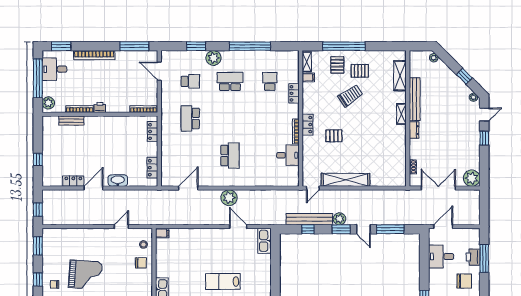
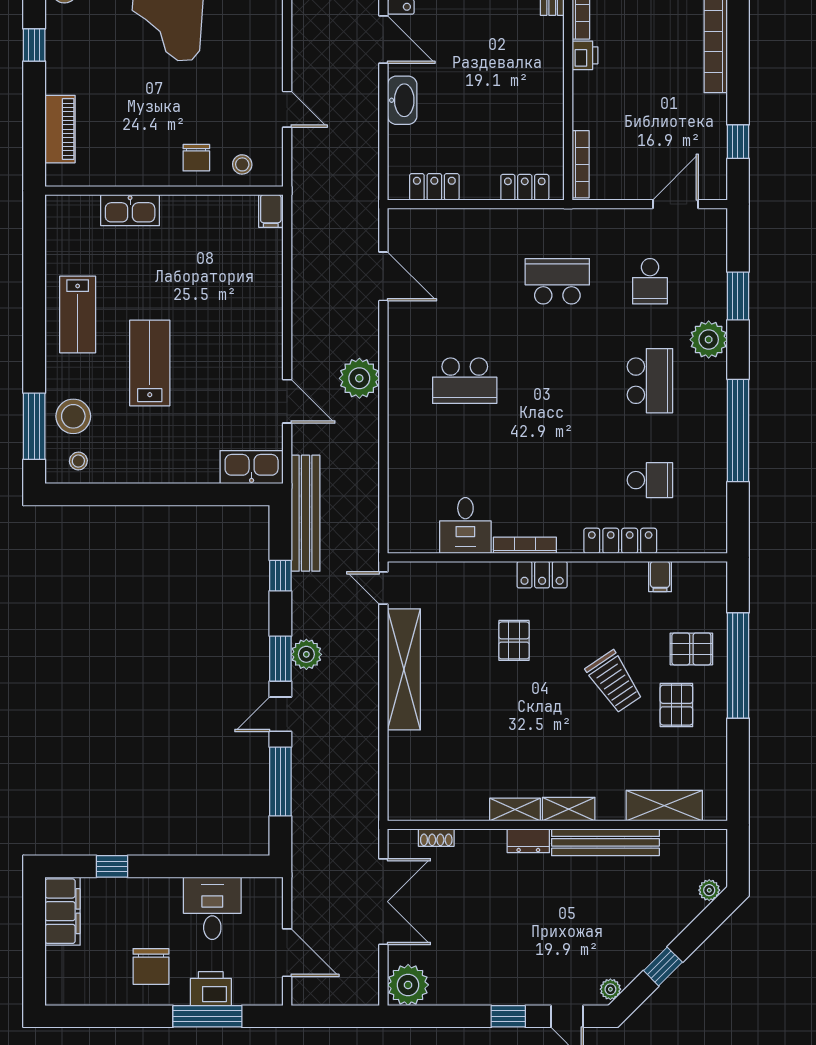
window: (134, 46) -> (738, 142), width x0.46
shelving: (307, 62) -> (515, 810), moved
locker: (294, 93) -> (620, 541), width x1.53
bench: (309, 219) -> (306, 513), moved
door: (238, 227) -> (287, 401), hinge flipped
door: (443, 227) -> (287, 953), moved

